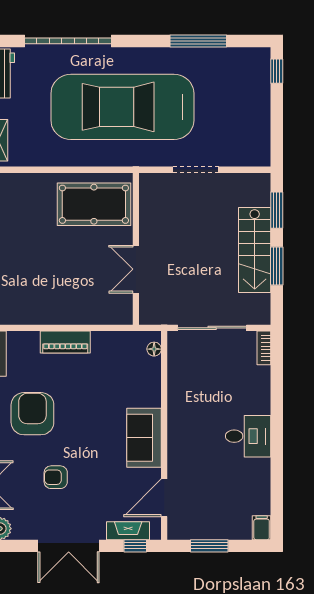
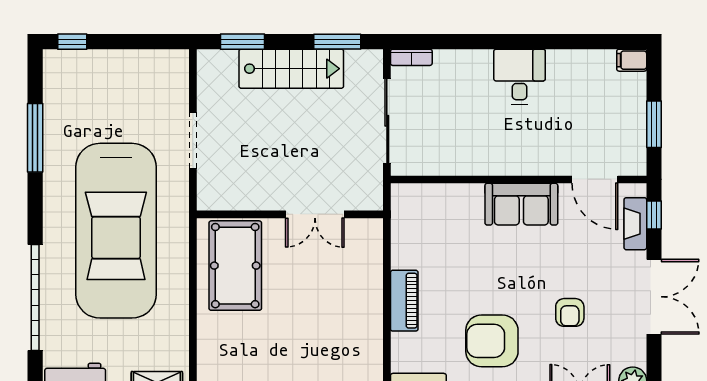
window: (277, 266) -> (337, 42), moved
floor lamp: (154, 349) -> (413, 192), removed

